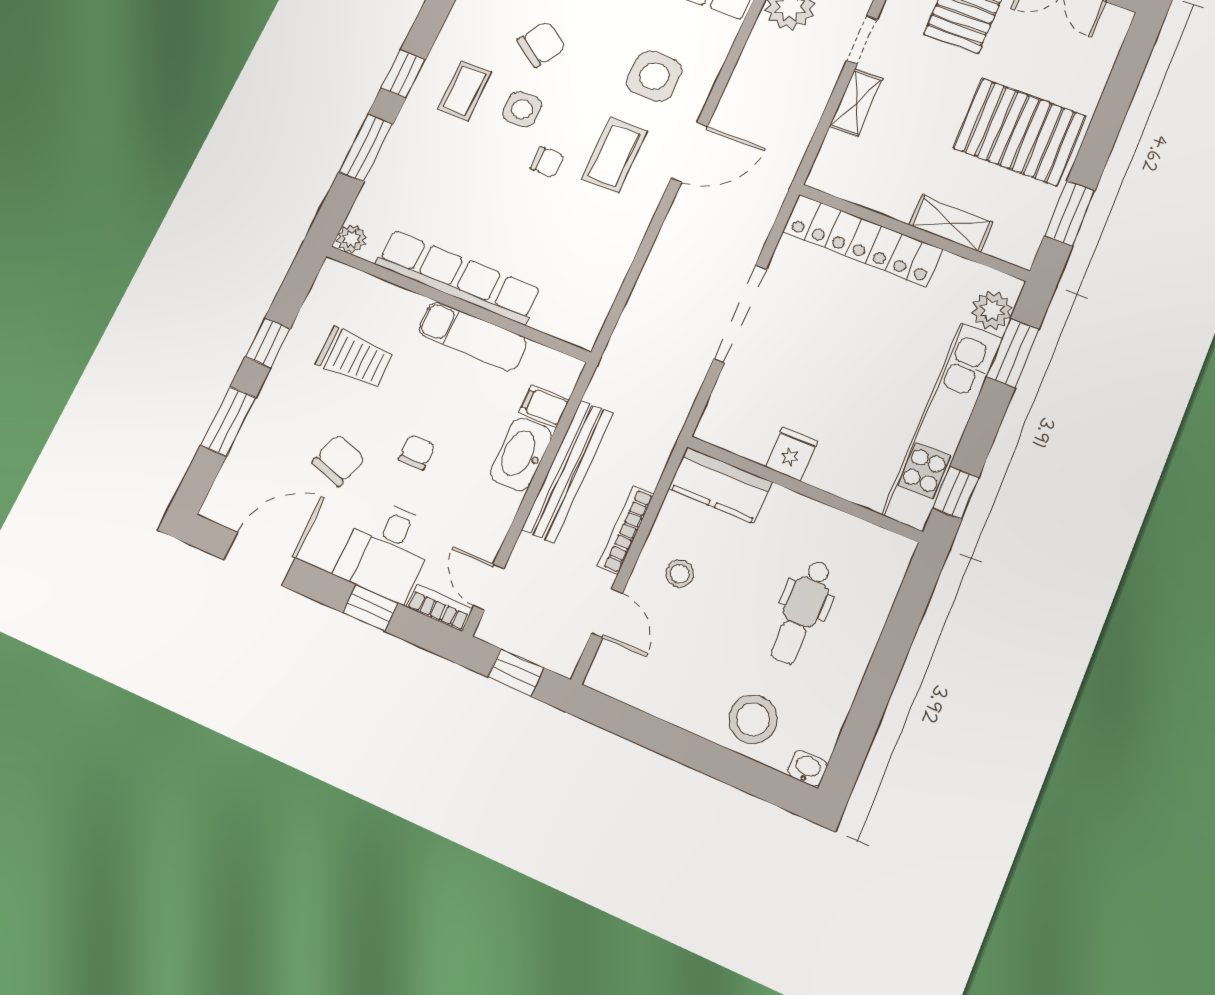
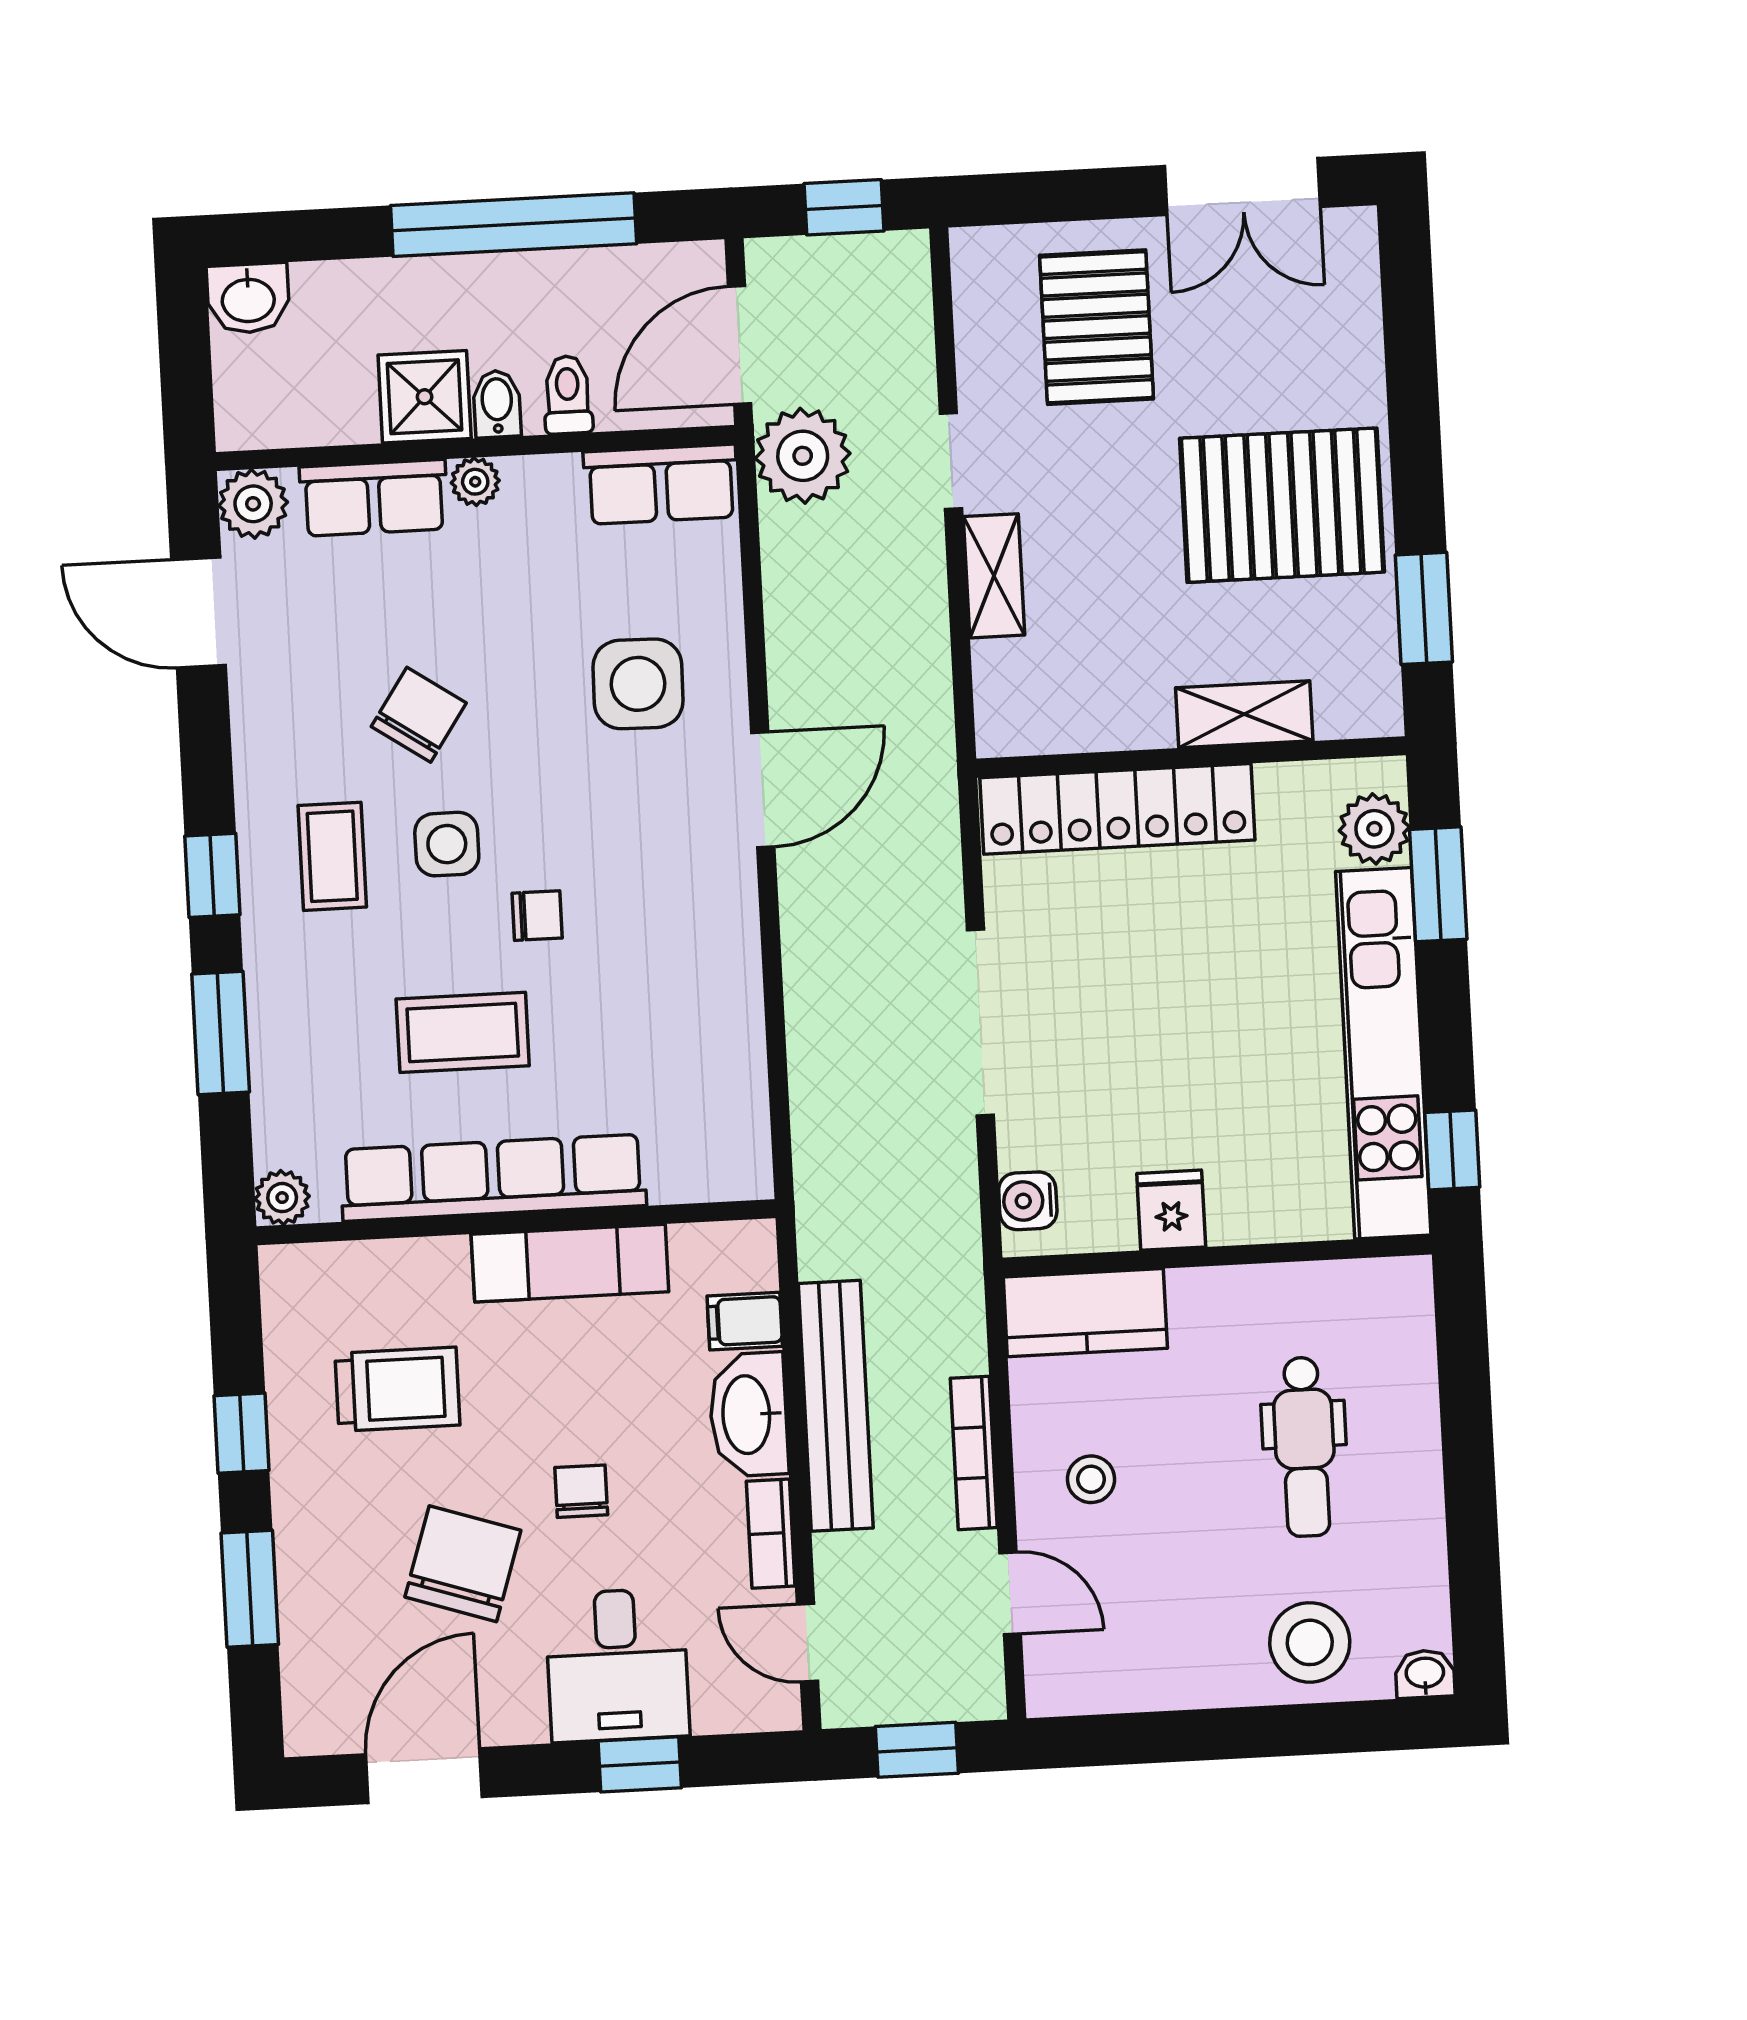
coffee table: (614, 155) -> (463, 1032), moved, turned 90
water cooler: (719, 414) -> (1028, 1201), added
chair: (338, 460) -> (463, 1564), width x1.37, depth x1.37
bookcase: (439, 608) -> (771, 1534), moved, turned -90

